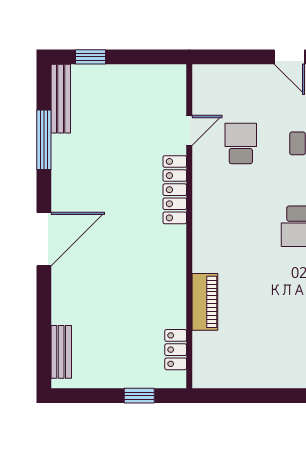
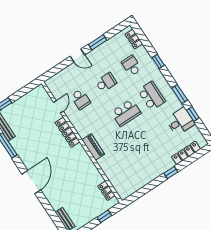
school desk: (241, 143) -> (81, 99), turned 180
piano: (205, 302) -> (93, 147), moved

